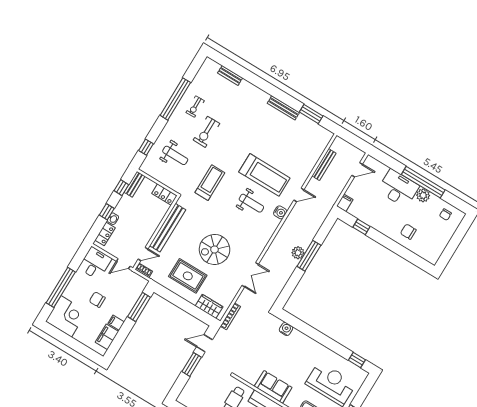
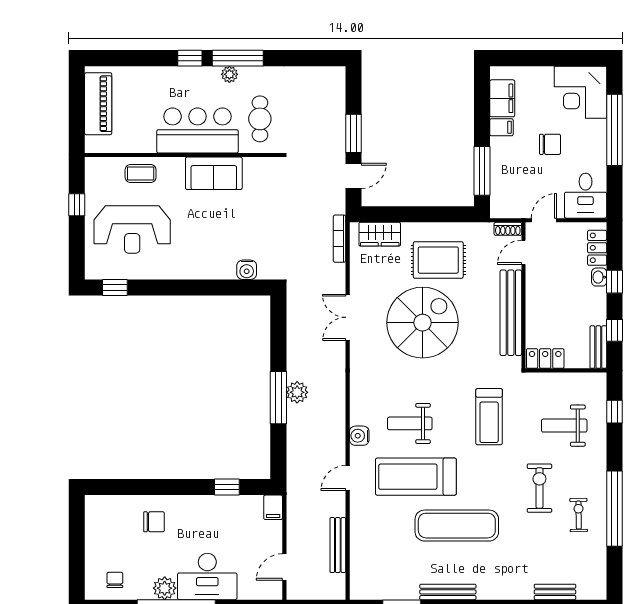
exercise mat: (259, 138) -> (457, 526), added
spiral stairs: (215, 249) -> (423, 323), width x1.37, depth x1.37

